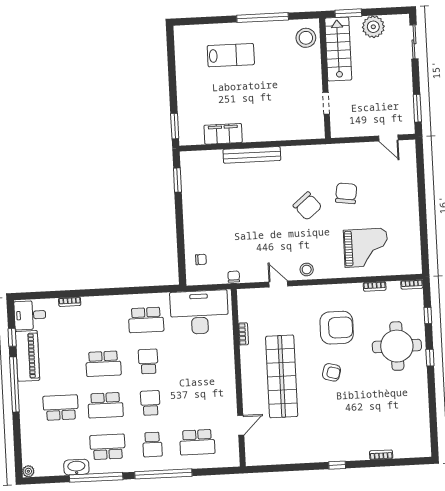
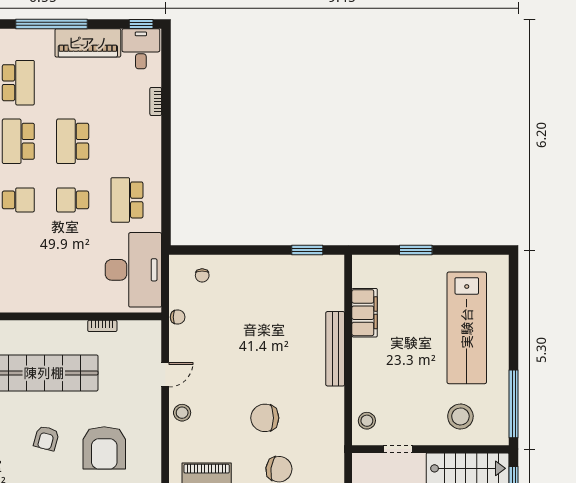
window: (263, 18) -> (514, 404), moved
stool: (306, 38) -> (460, 416), moved
lab bench: (231, 55) -> (467, 328), width x1.86, depth x1.39
window: (175, 126) -> (416, 250), moved
stool: (306, 128) -> (367, 421), added
chair: (307, 206) -> (265, 418), turned 40
window: (12, 337) -> (141, 24), moved
school desk: (148, 361) -> (73, 200), turned 180

